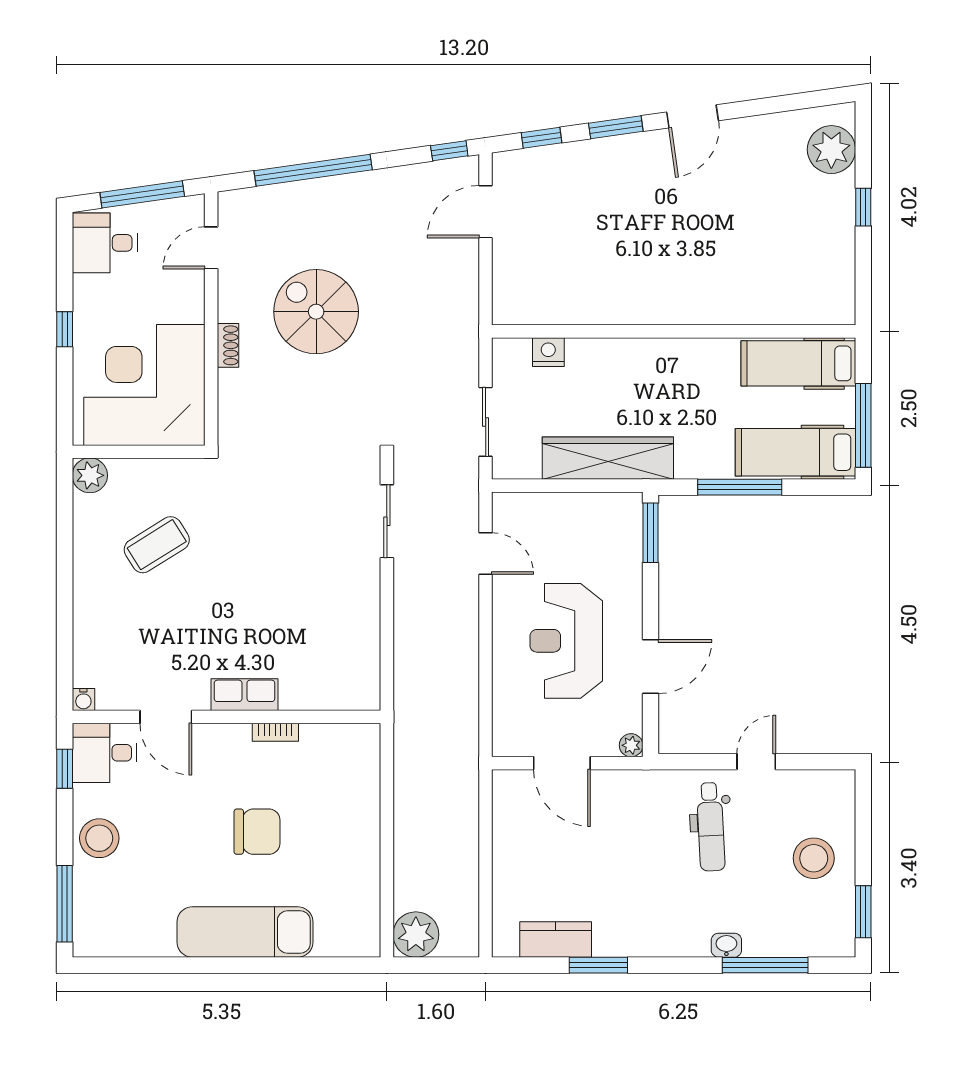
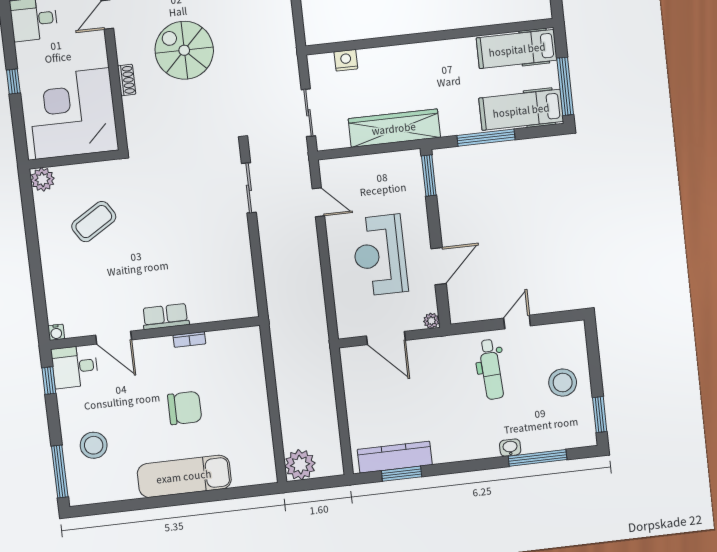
stool: (99, 838) -> (94, 445), moved
kitchen counter: (556, 940) -> (395, 457), width x1.50
window: (598, 965) -> (402, 474), moved

